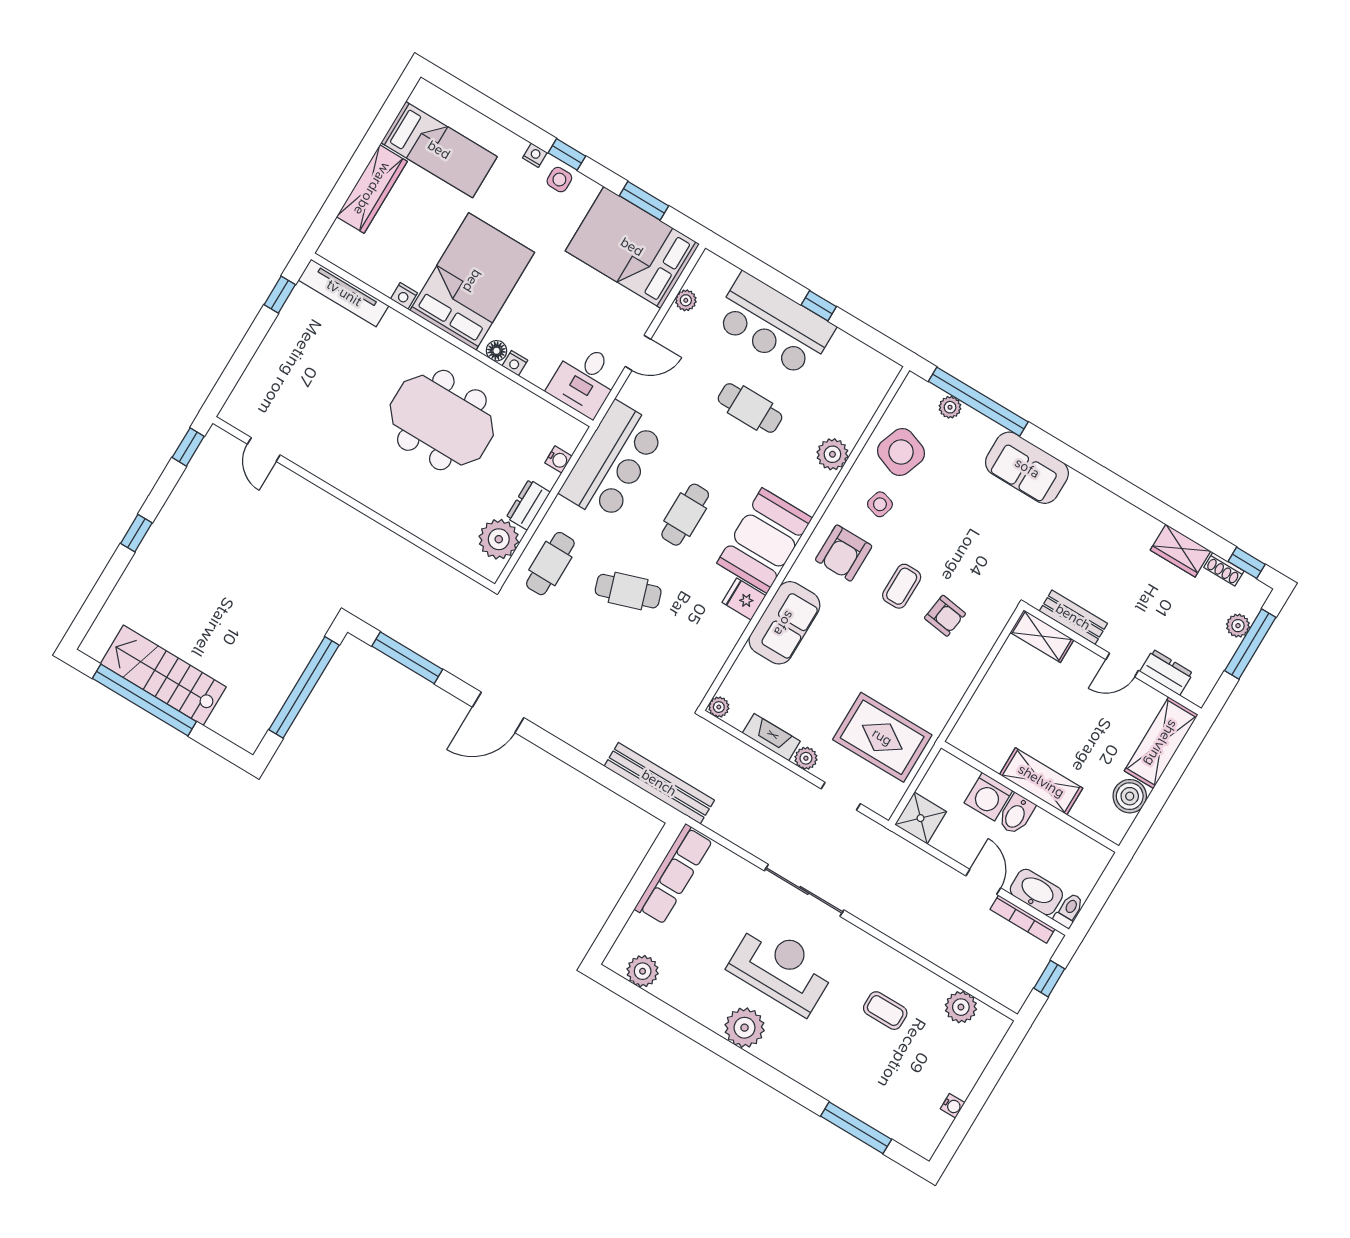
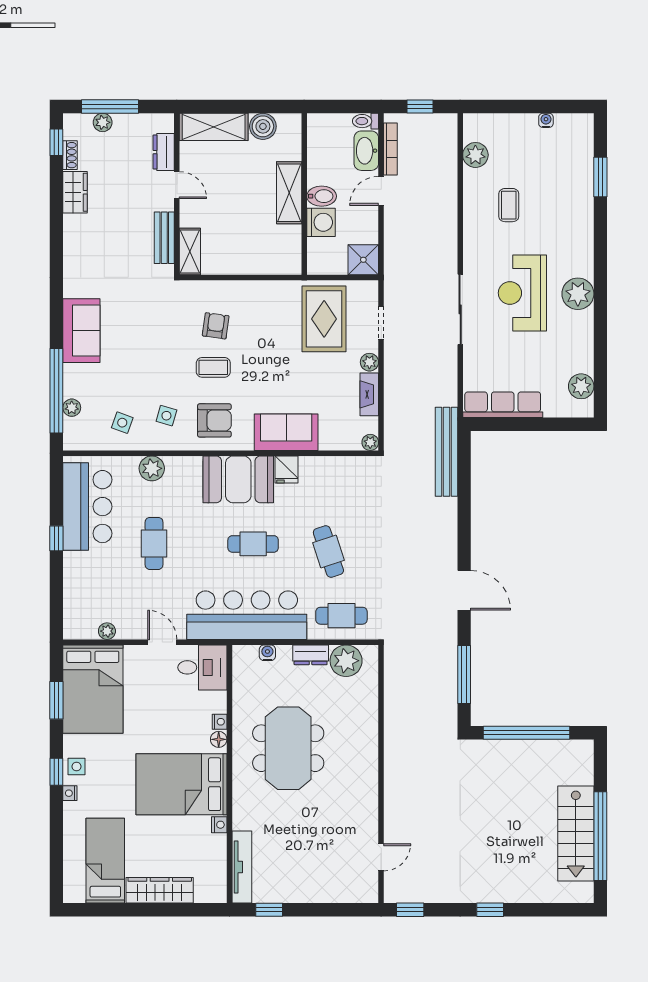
bar counter: (774, 324) -> (87, 507), moved
side table: (901, 452) -> (122, 423), width x0.54, depth x0.54
bar counter: (612, 462) -> (247, 615), width x1.36
window: (856, 1128) -> (600, 177), width x0.69

